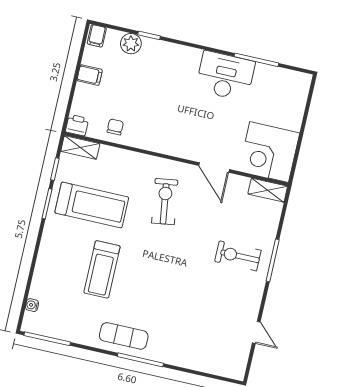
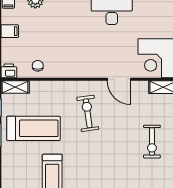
exercise bike: (238, 256) -> (152, 142), turned -90

